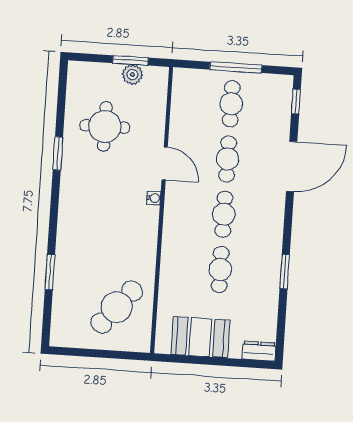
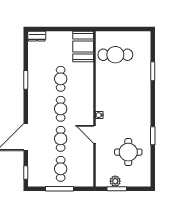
cafe table: (117, 307) -> (115, 55), turned 50
booth: (200, 337) -> (83, 46), moved, turned 90

